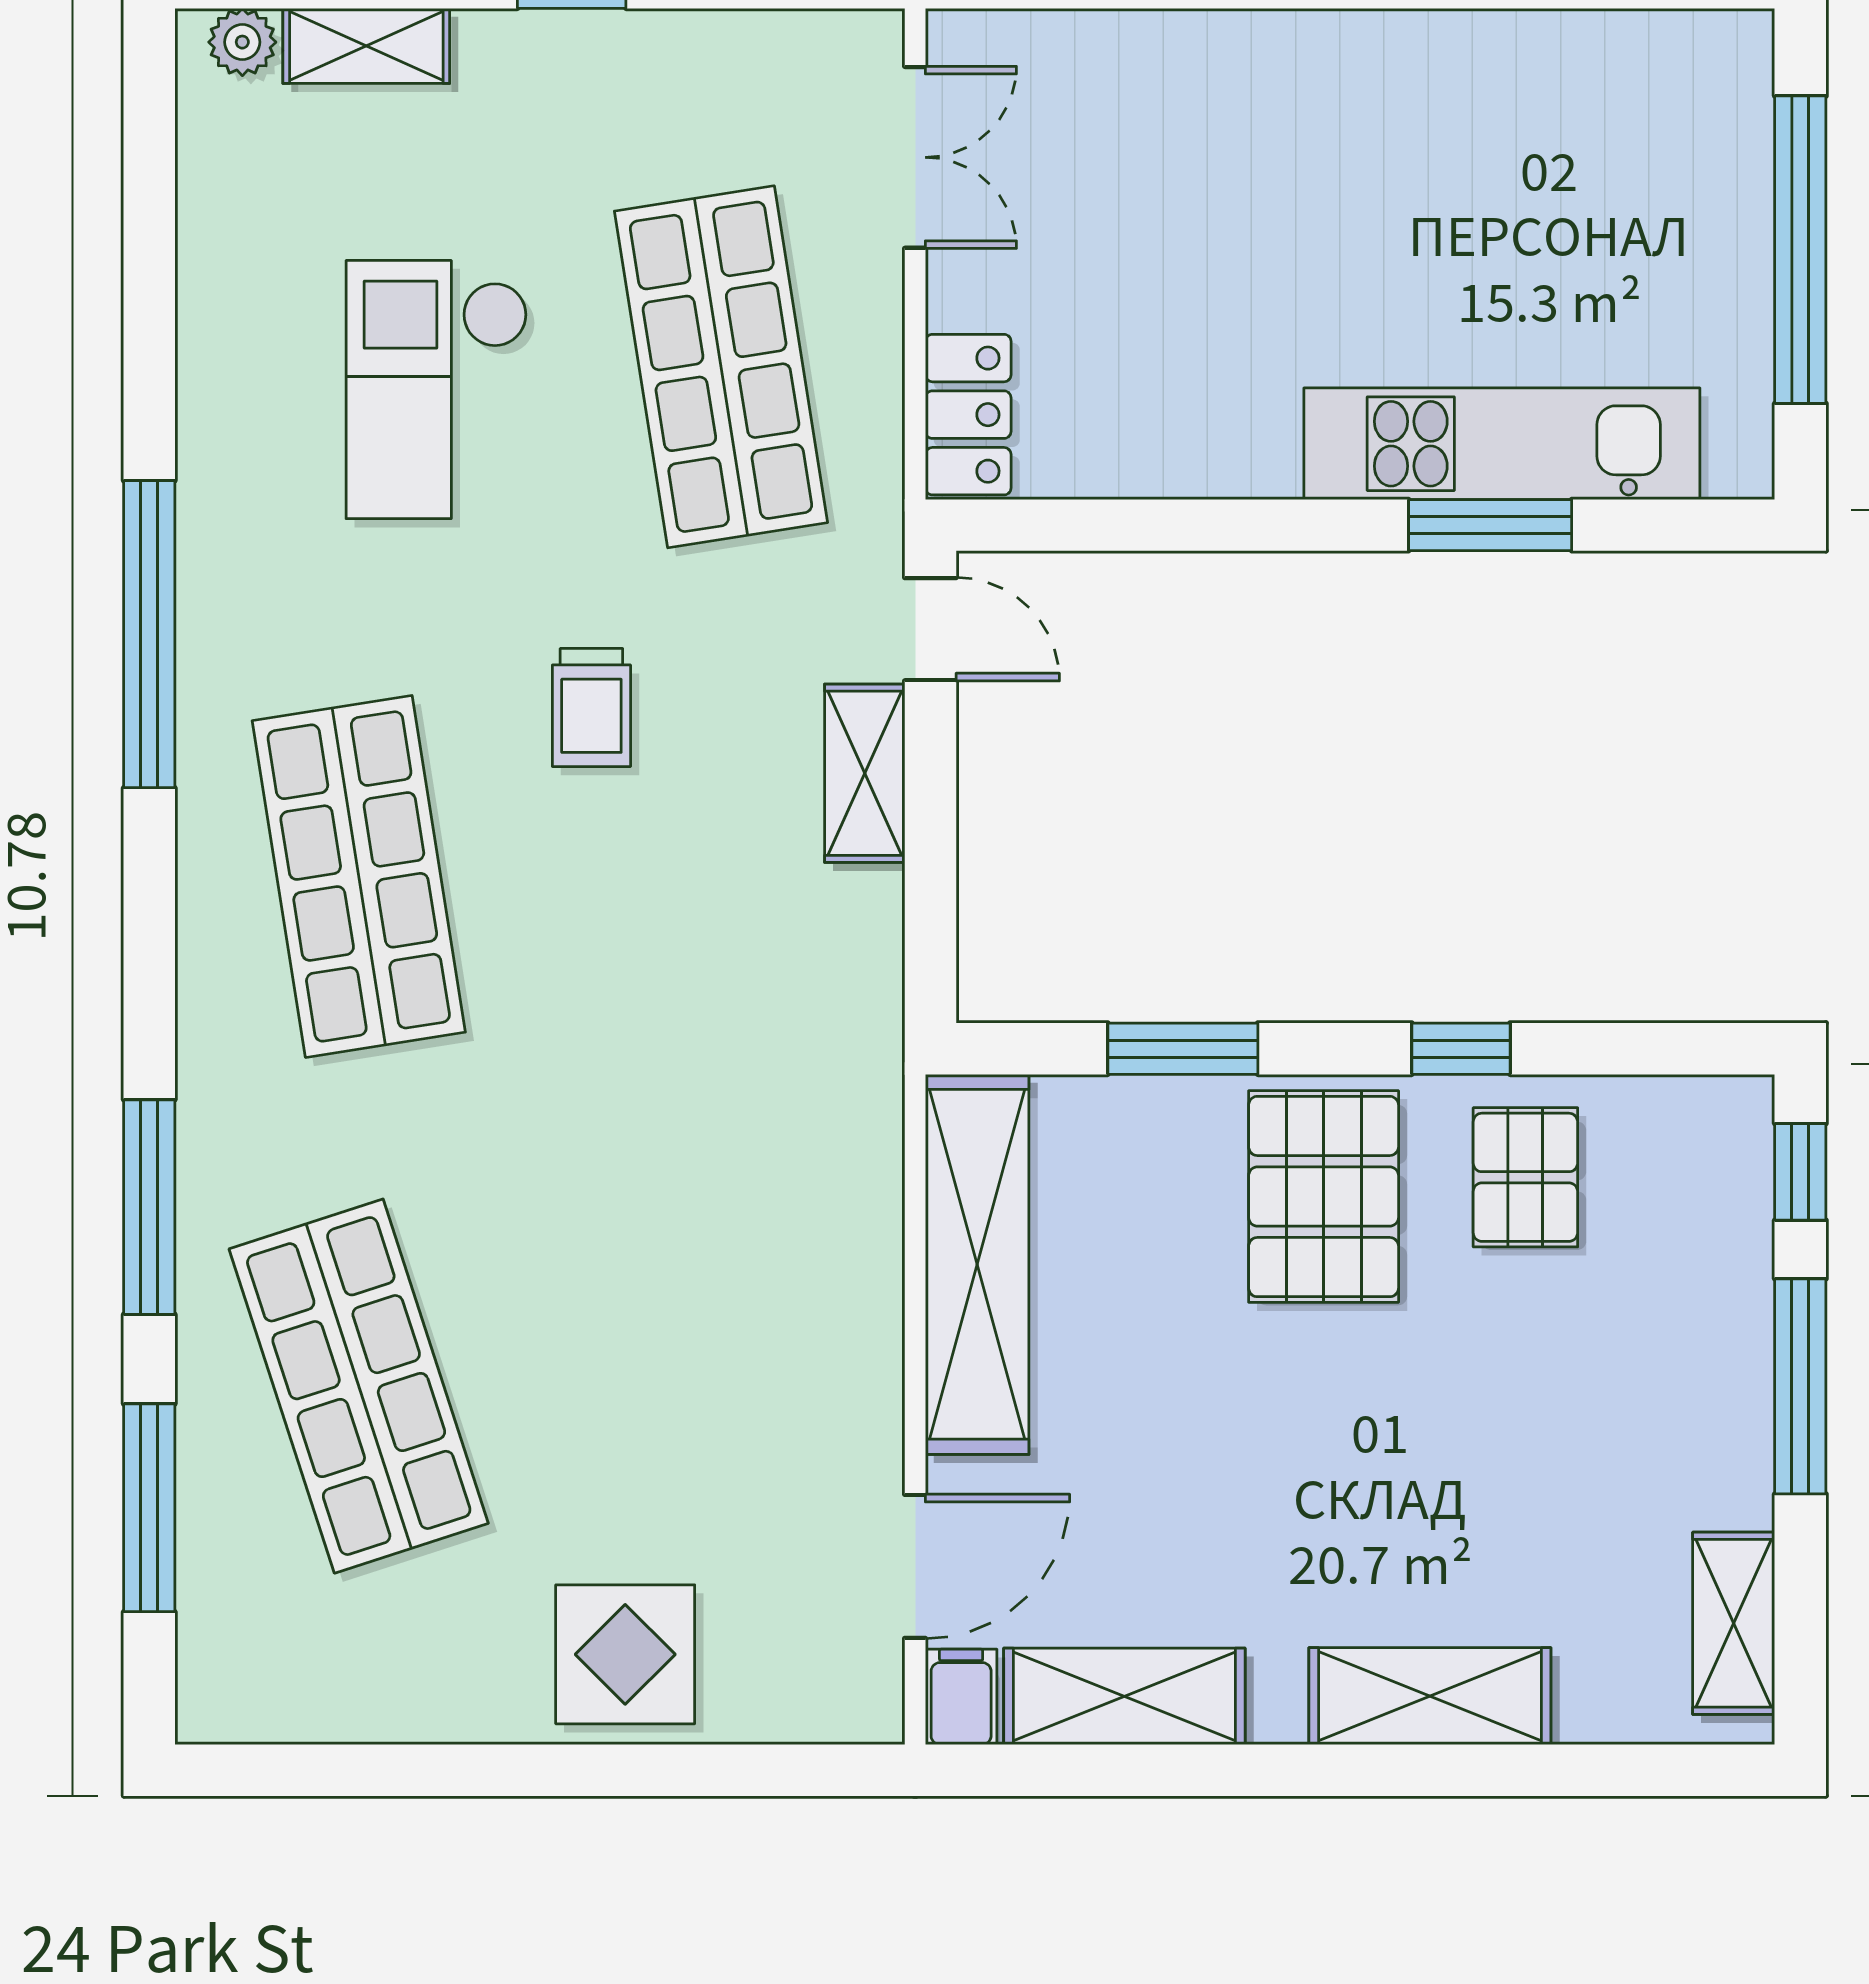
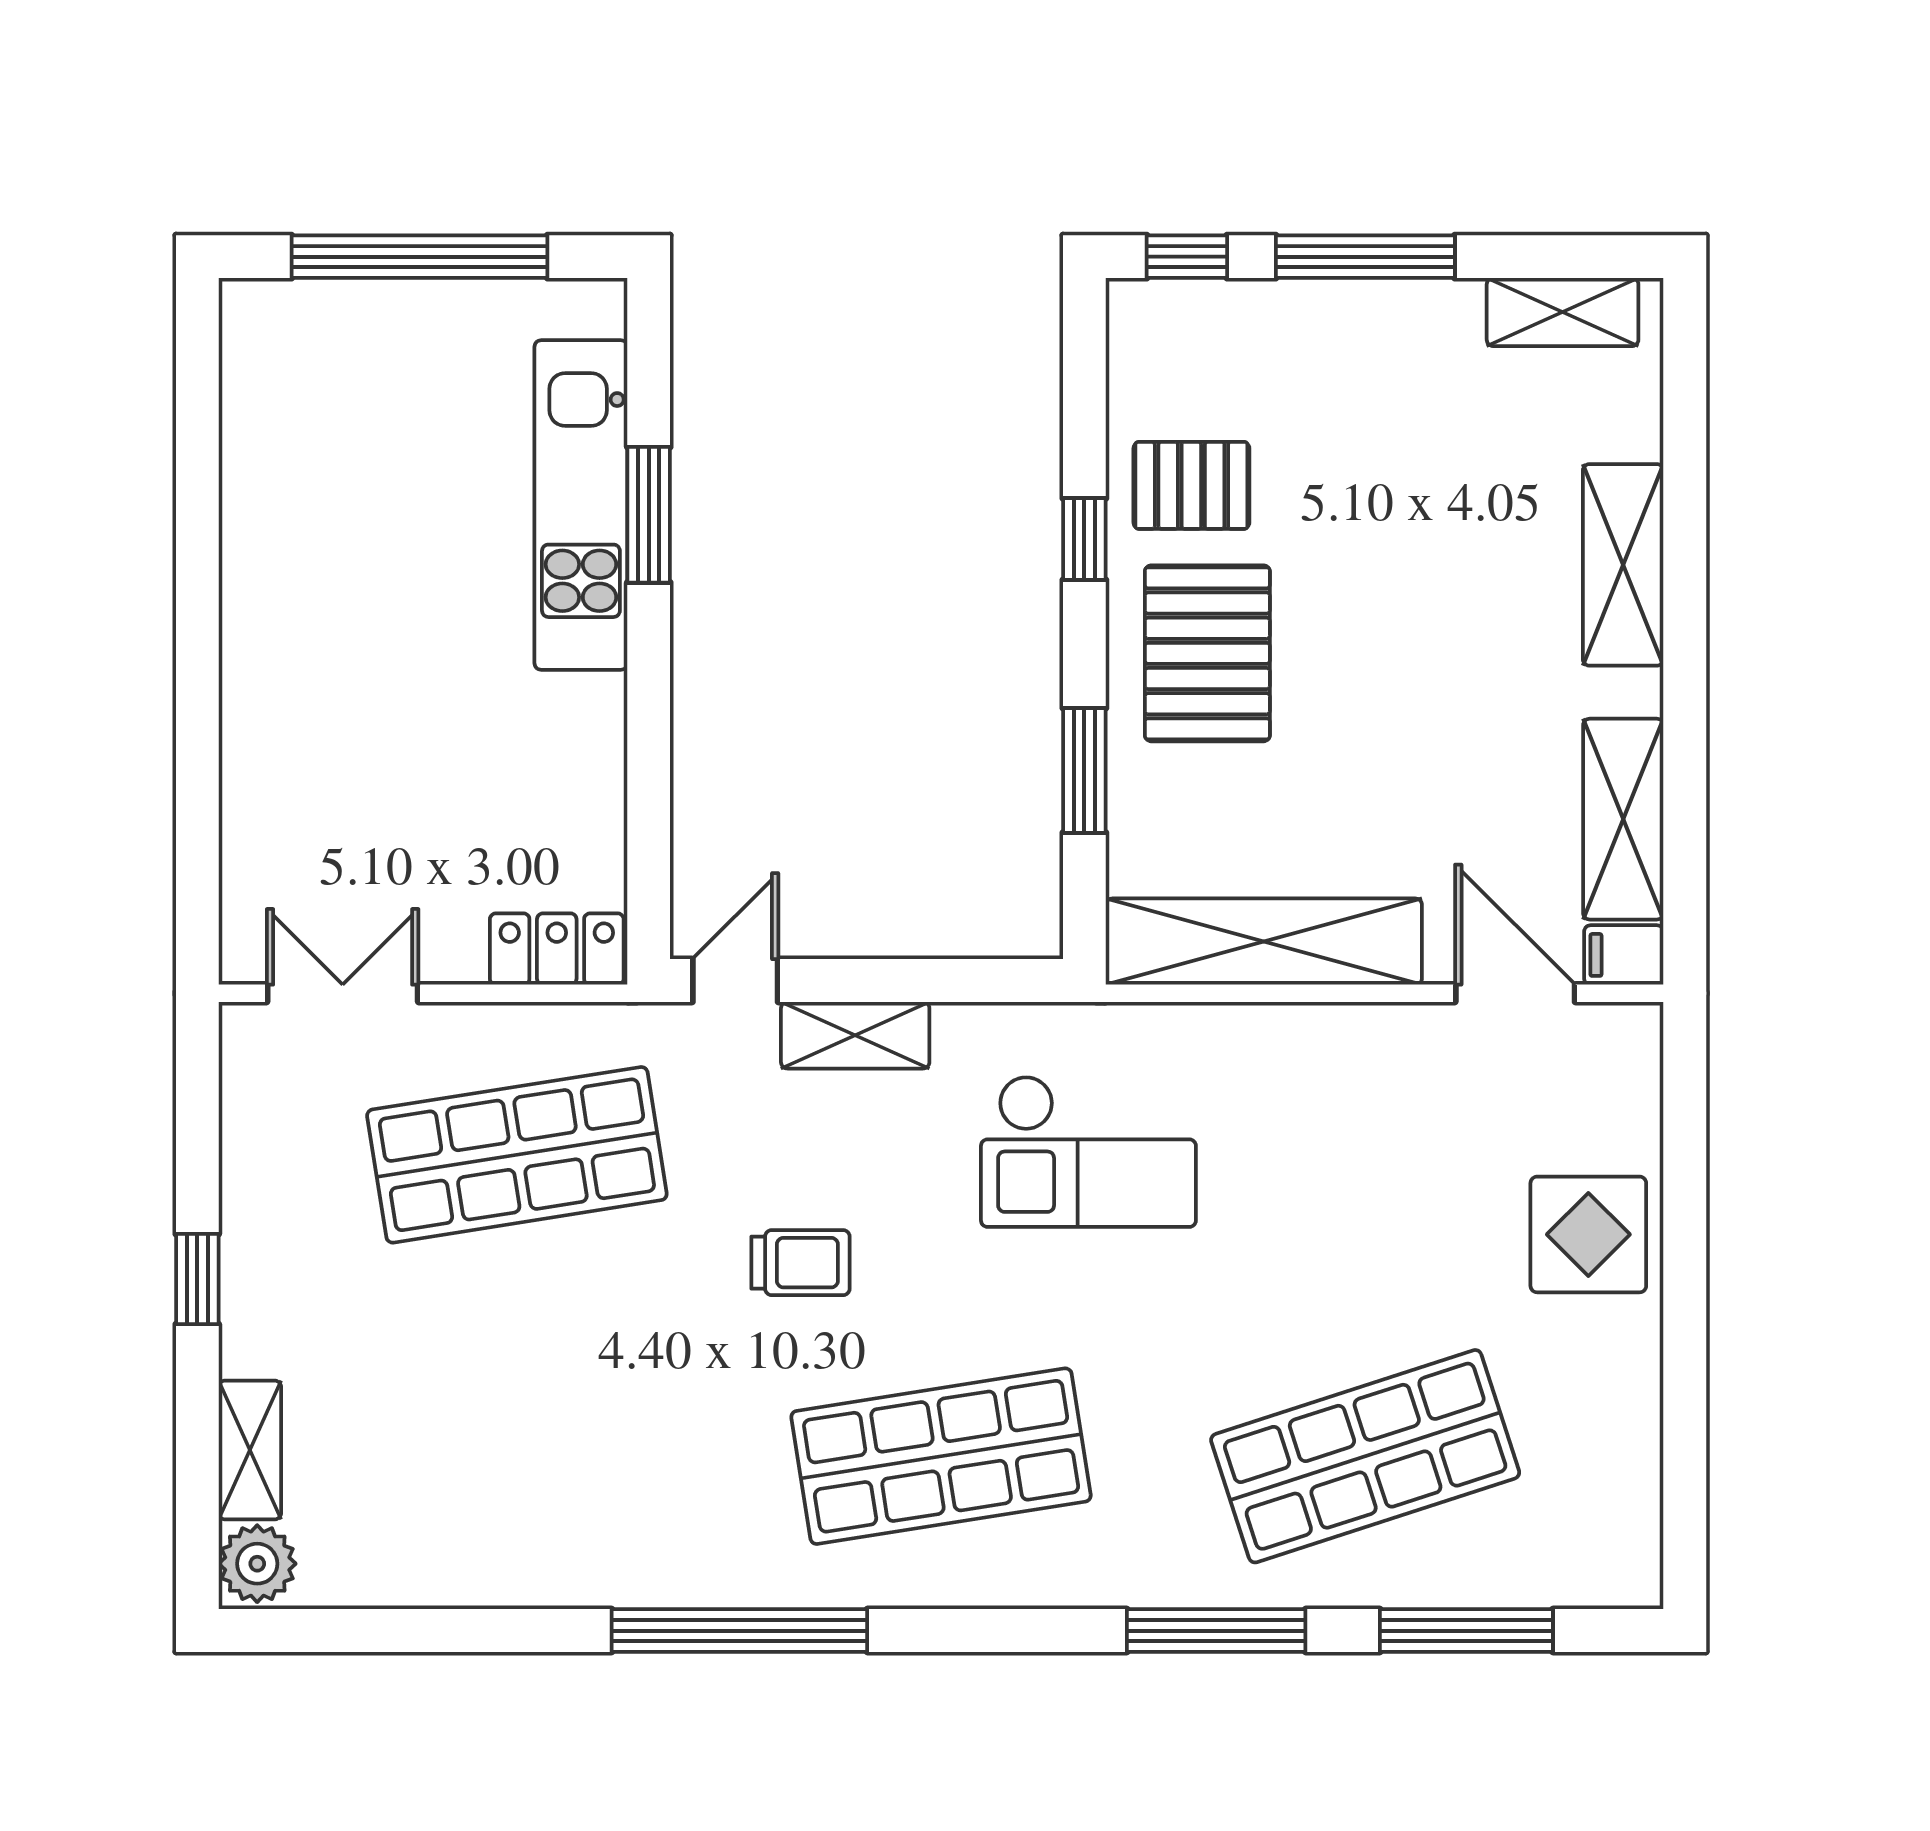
plant: (242, 42) -> (257, 1564), width x1.38, depth x1.38
checkout: (437, 390) -> (1088, 1151), moved
pallet: (1324, 1197) -> (1207, 653), turned 90

